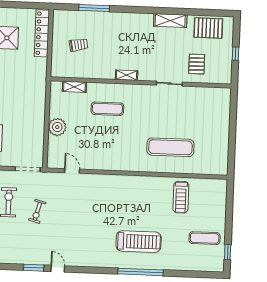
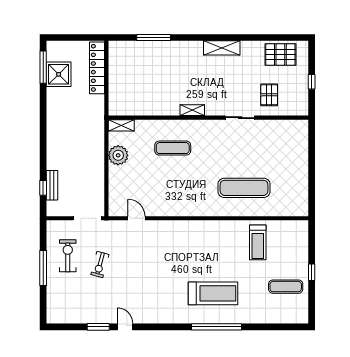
shelving: (170, 21) -> (222, 48), moved
trolley: (78, 45) -> (138, 79), removed
shelving: (74, 87) -> (121, 125), moved
plant: (57, 127) -> (118, 155), moved
window: (228, 252) -> (312, 272), moved

